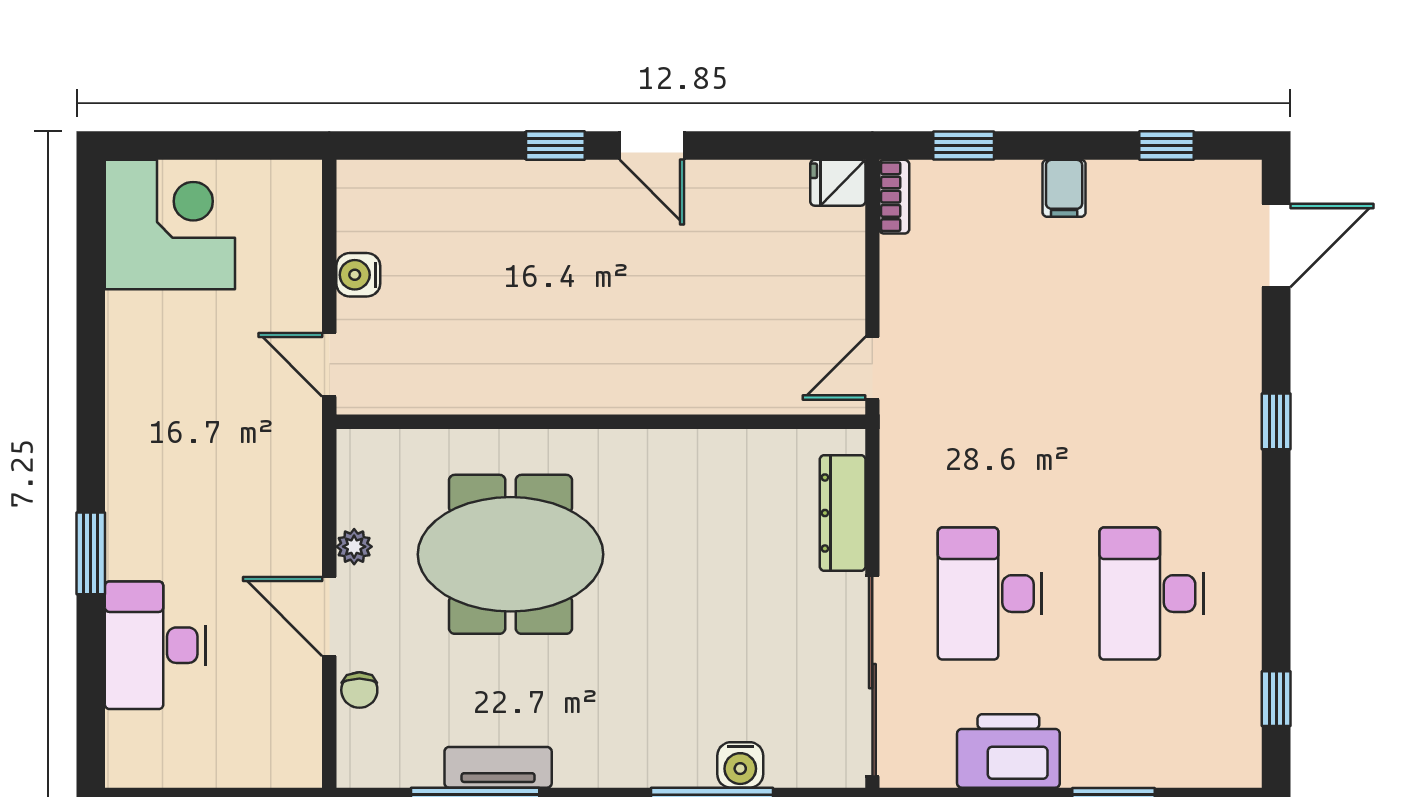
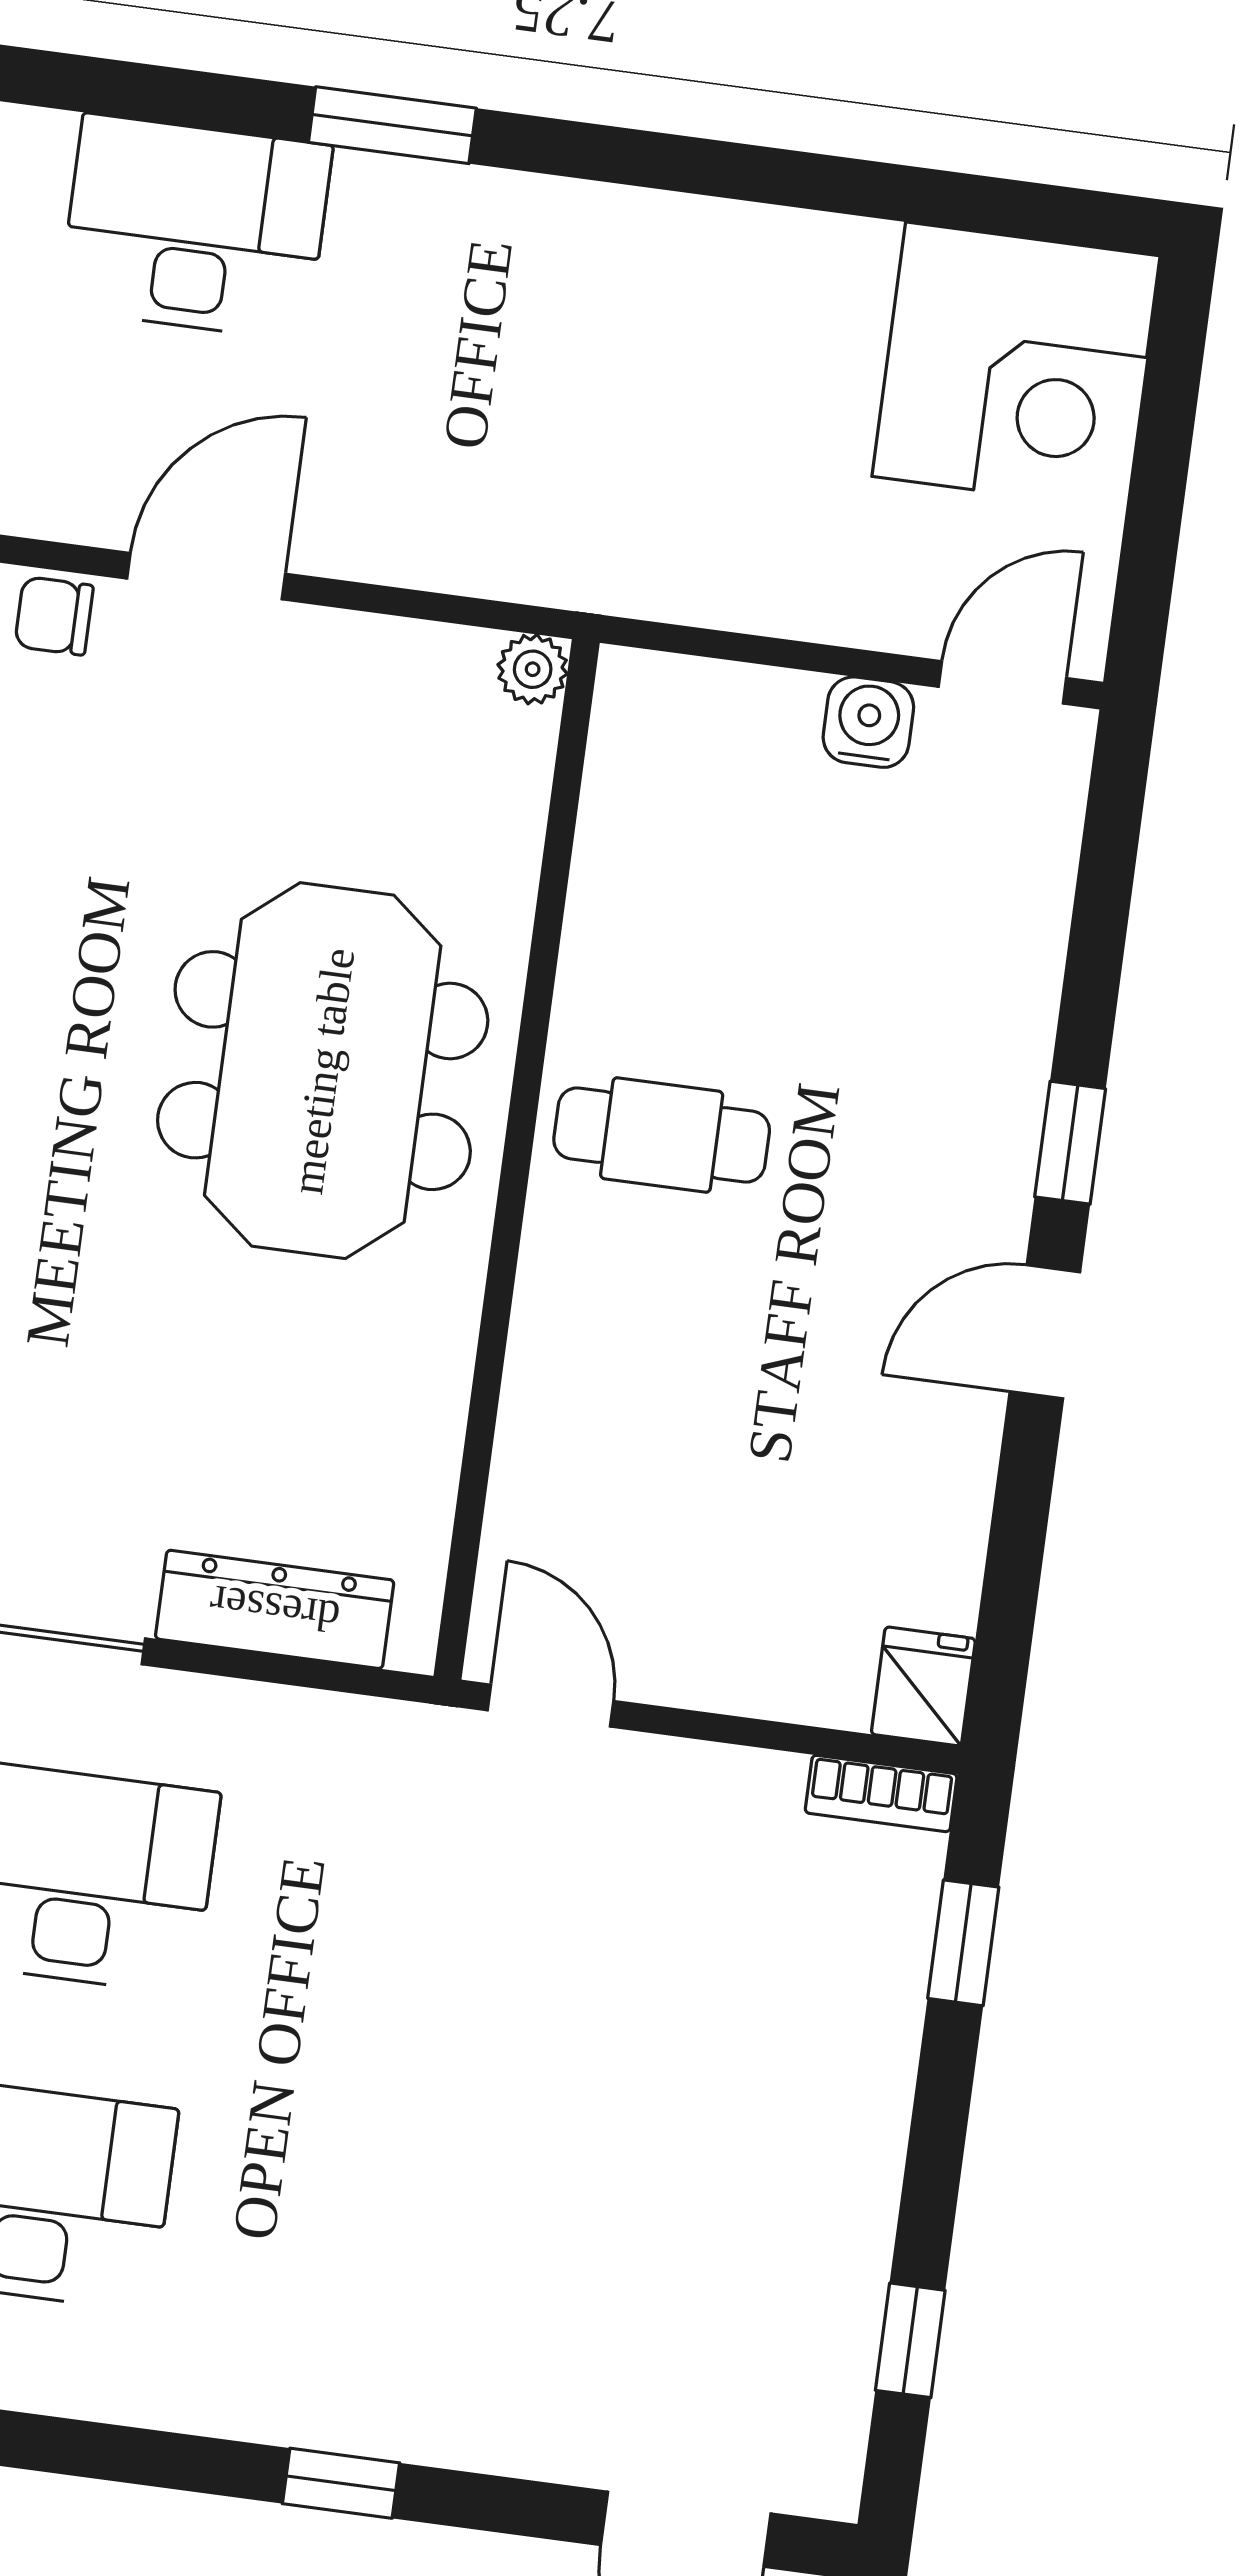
filing cabinet: (1064, 188) -> (853, 2128), removed
cafe table: (579, 351) -> (662, 1135), added
door: (329, 365) -> (1002, 682), moved
plant: (354, 547) -> (533, 669), moved
meeting table: (511, 554) -> (323, 1071), moved

